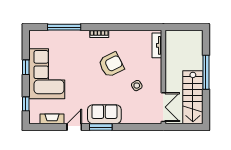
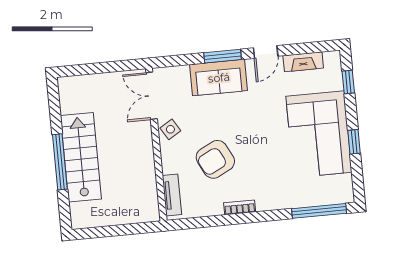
window: (64, 27) -> (319, 211), moved
tv unit: (157, 45) -> (172, 195), moved
wall: (163, 77) -> (156, 145), moved
stairs: (193, 97) -> (81, 157), moved
double door: (163, 107) -> (152, 96), moved

